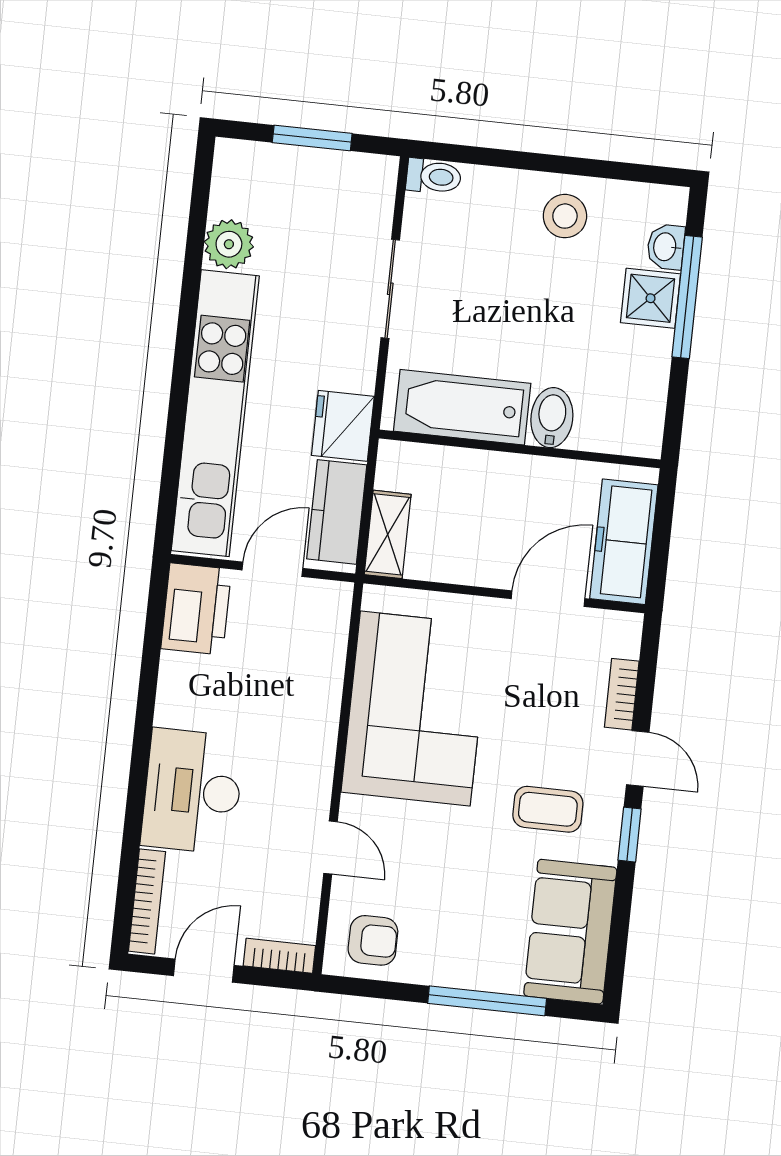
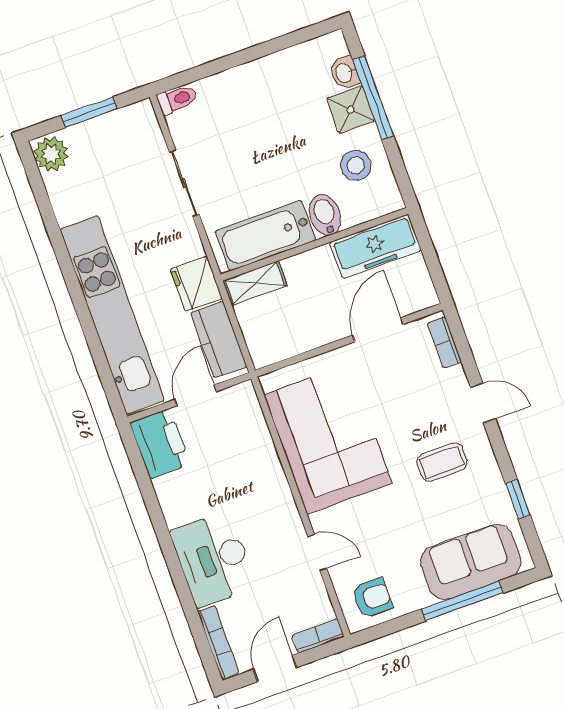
stool: (565, 216) -> (356, 165), moved
plant: (229, 244) -> (51, 154), moved
shelving: (388, 534) -> (255, 283), moved, turned 90
freezer: (624, 542) -> (375, 246), moved, turned -90
bookcase: (622, 694) -> (444, 342), moved
window: (630, 835) -> (518, 499), moved
sofa: (570, 932) -> (471, 562), moved, turned 90

